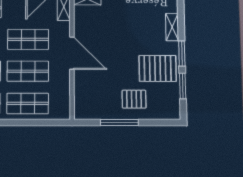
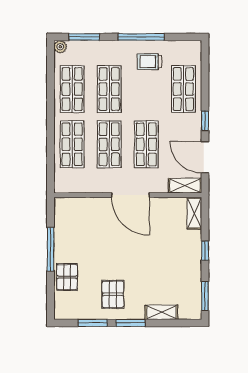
door: (72, 53) -> (130, 195), hinge flipped
pallet: (158, 68) -> (113, 294), width x0.67, depth x0.71
pallet: (134, 99) -> (67, 277), moved

